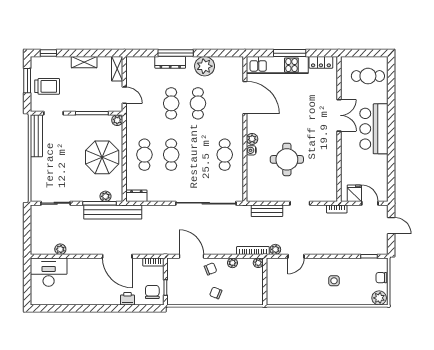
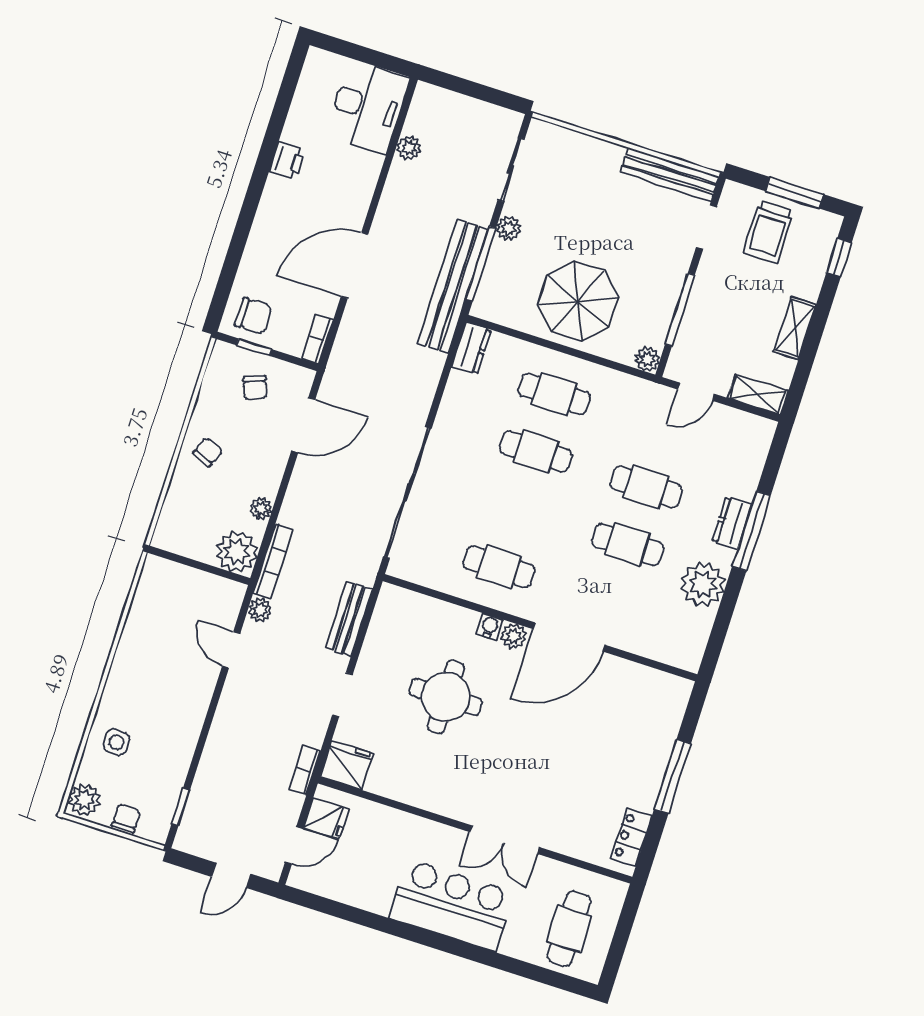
dresser: (170, 62) -> (732, 523), width x0.70
kitchen unit: (277, 65) -> (655, 742), removed
door: (245, 98) -> (569, 637), moved
fridge: (329, 192) -> (347, 765), added
plant: (105, 196) -> (509, 228), moved
plant: (258, 263) -> (237, 552), width x1.87, depth x1.87
chair: (211, 269) -> (255, 388), moved
side table: (334, 281) -> (116, 742), moved
printer: (128, 299) -> (287, 161), moved

